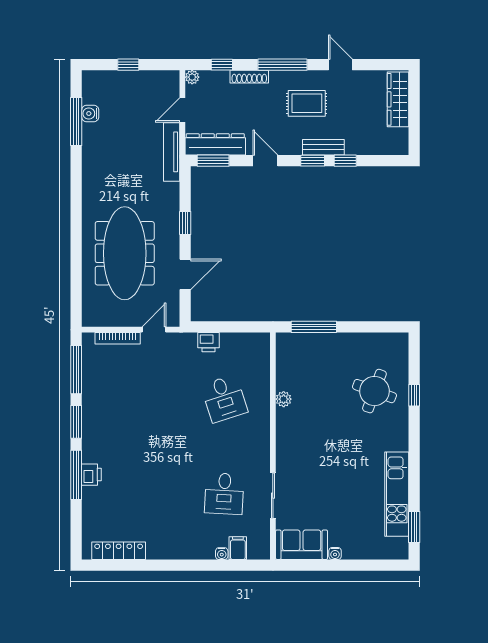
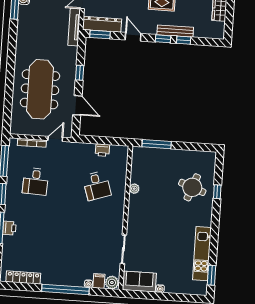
bench: (323, 147) -> (175, 31), width x1.36
door: (185, 274) -> (77, 105), hinge flipped
printer: (209, 342) -> (102, 150), moved
desk: (224, 494) -> (36, 181), moved
plant: (258, 549) -> (112, 283), added
window: (186, 565) -> (65, 290), added

